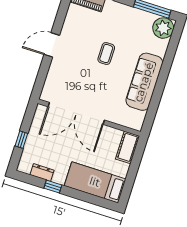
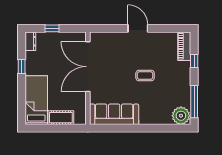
sofa: (144, 82) -> (114, 114), moved
cot: (128, 147) -> (61, 118), moved
dresser: (42, 172) -> (30, 41), moved

